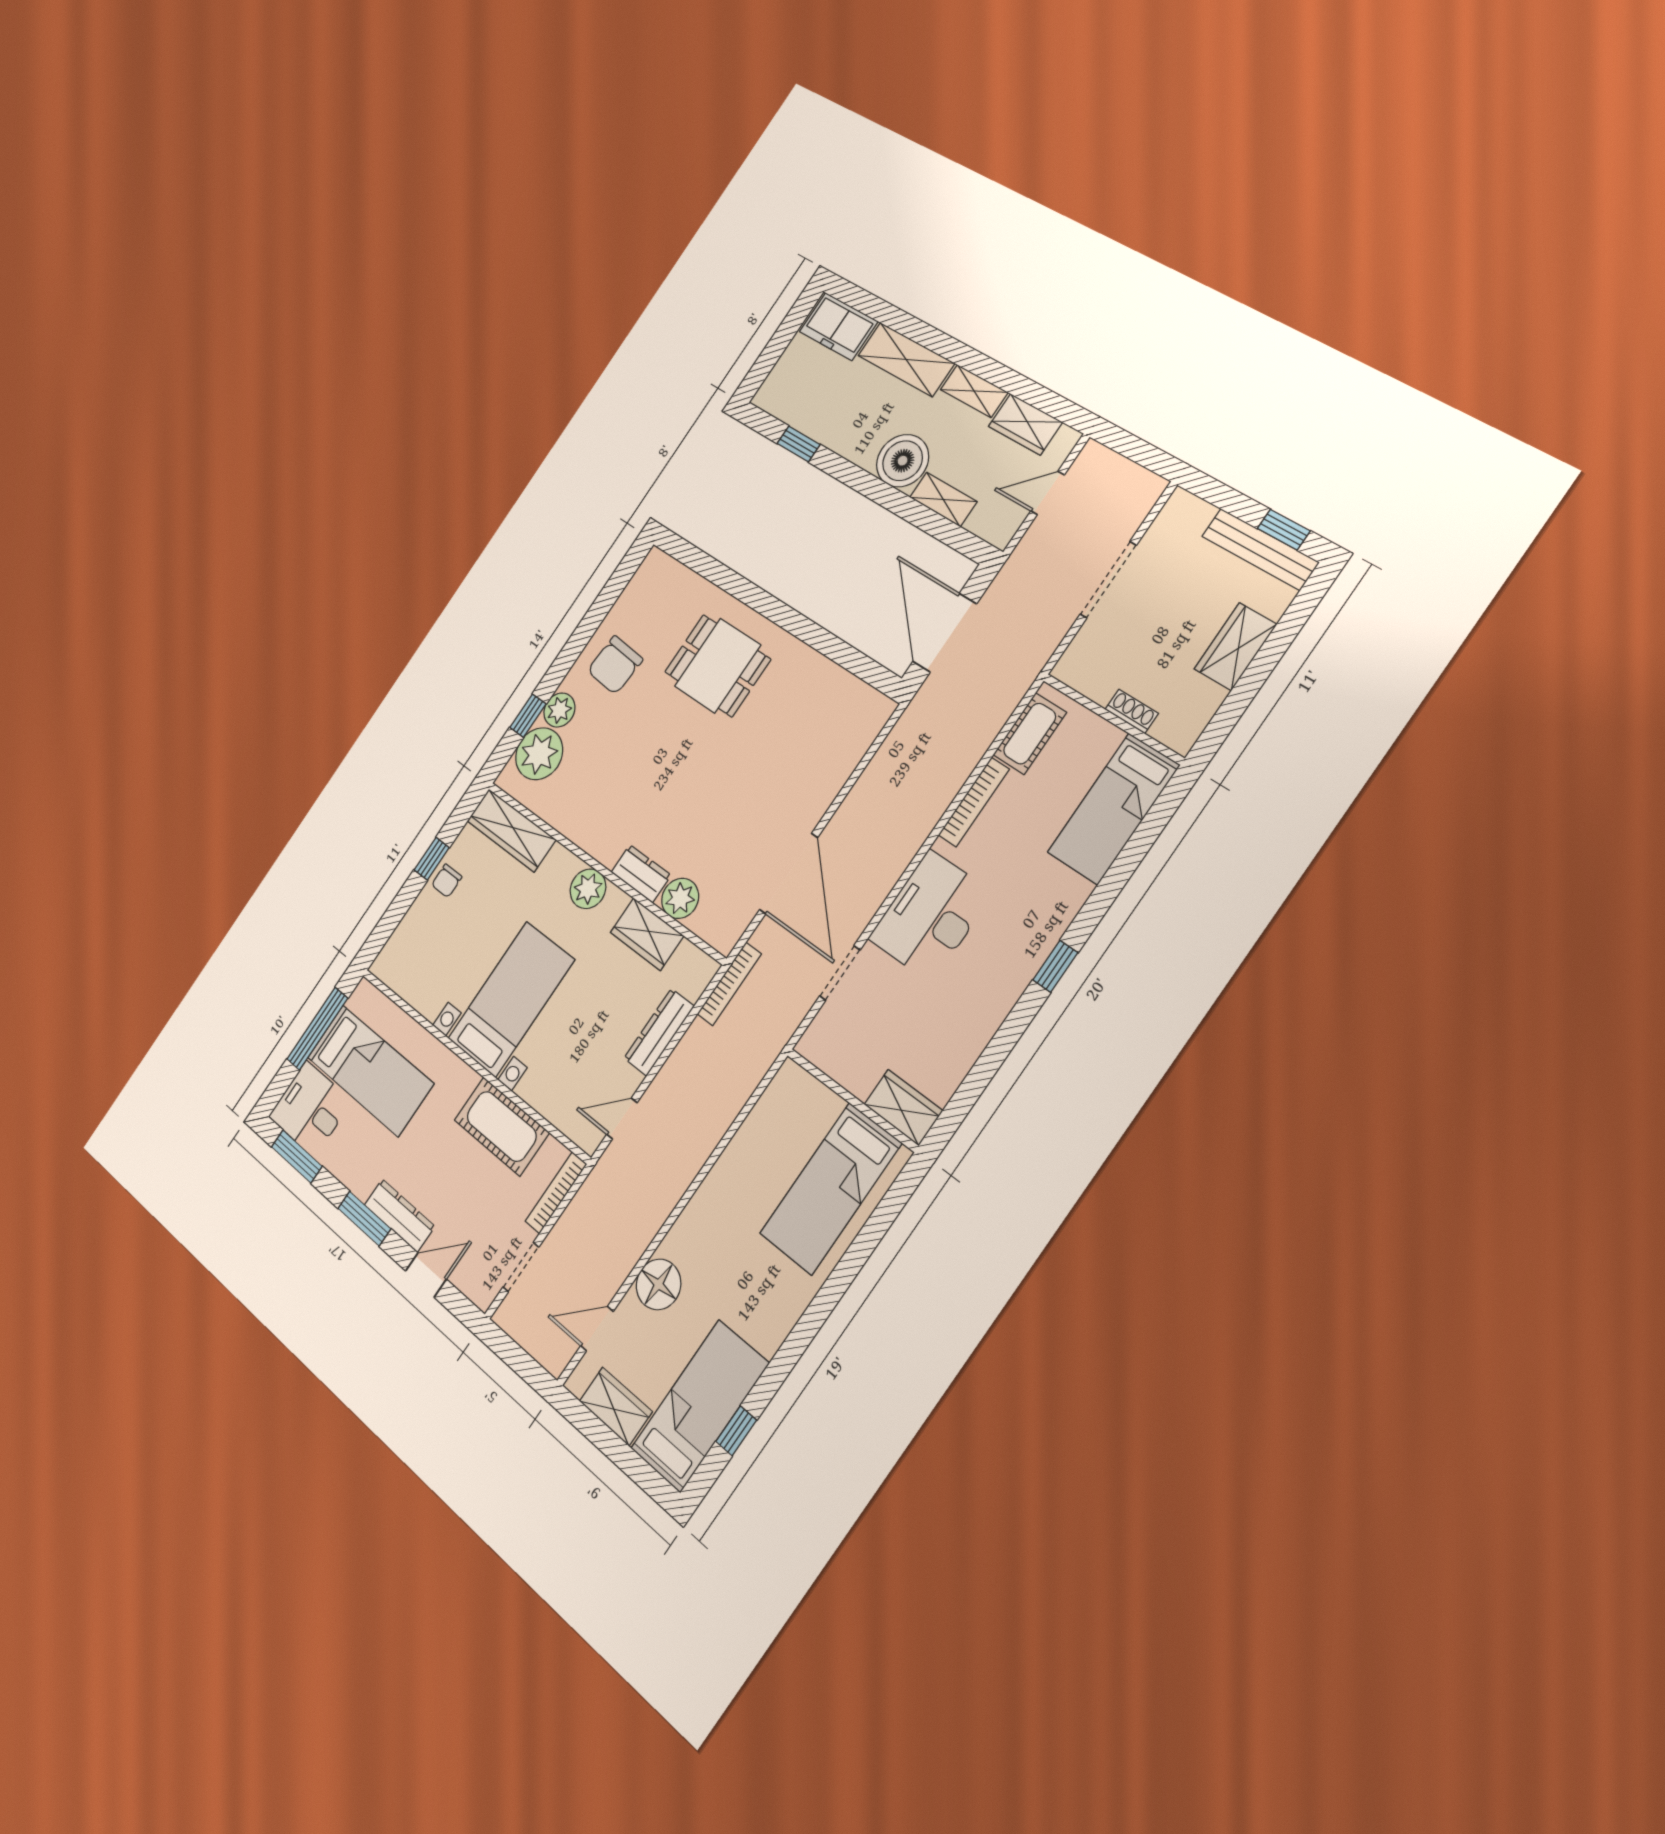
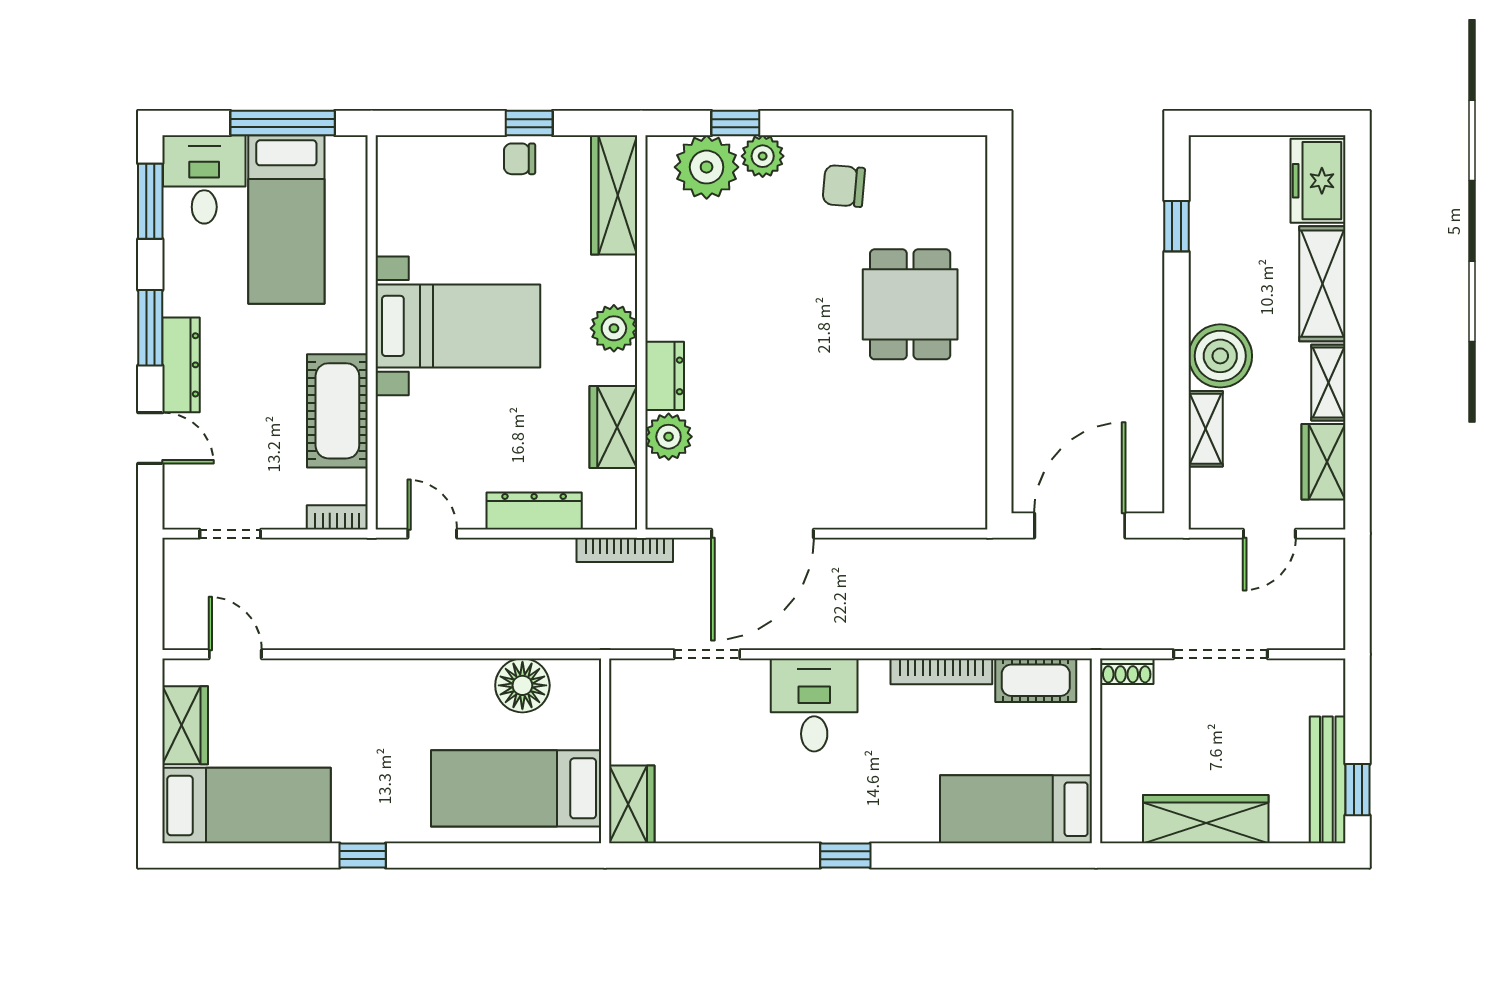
door: (1048, 493) -> (1269, 534), swing flipped
wardrobe: (1235, 647) -> (1206, 819), width x1.50
chair: (615, 665) -> (844, 186), width x0.73, depth x0.73
shoe rack: (1132, 711) -> (1127, 671), moved, turned 90
desk: (930, 916) -> (814, 705), width x0.73
bookcase: (556, 1193) -> (337, 517), width x0.64
floor lamp: (658, 1284) -> (522, 685), moved
window: (736, 1431) -> (363, 855), moved

